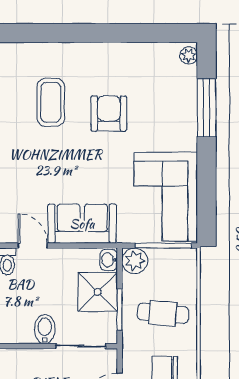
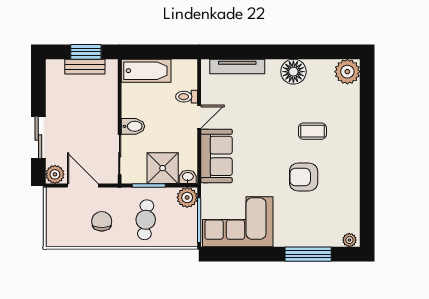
coffee table: (51, 102) -> (312, 131), width x0.73, depth x0.77
armchair: (109, 114) -> (304, 177), turned 180

